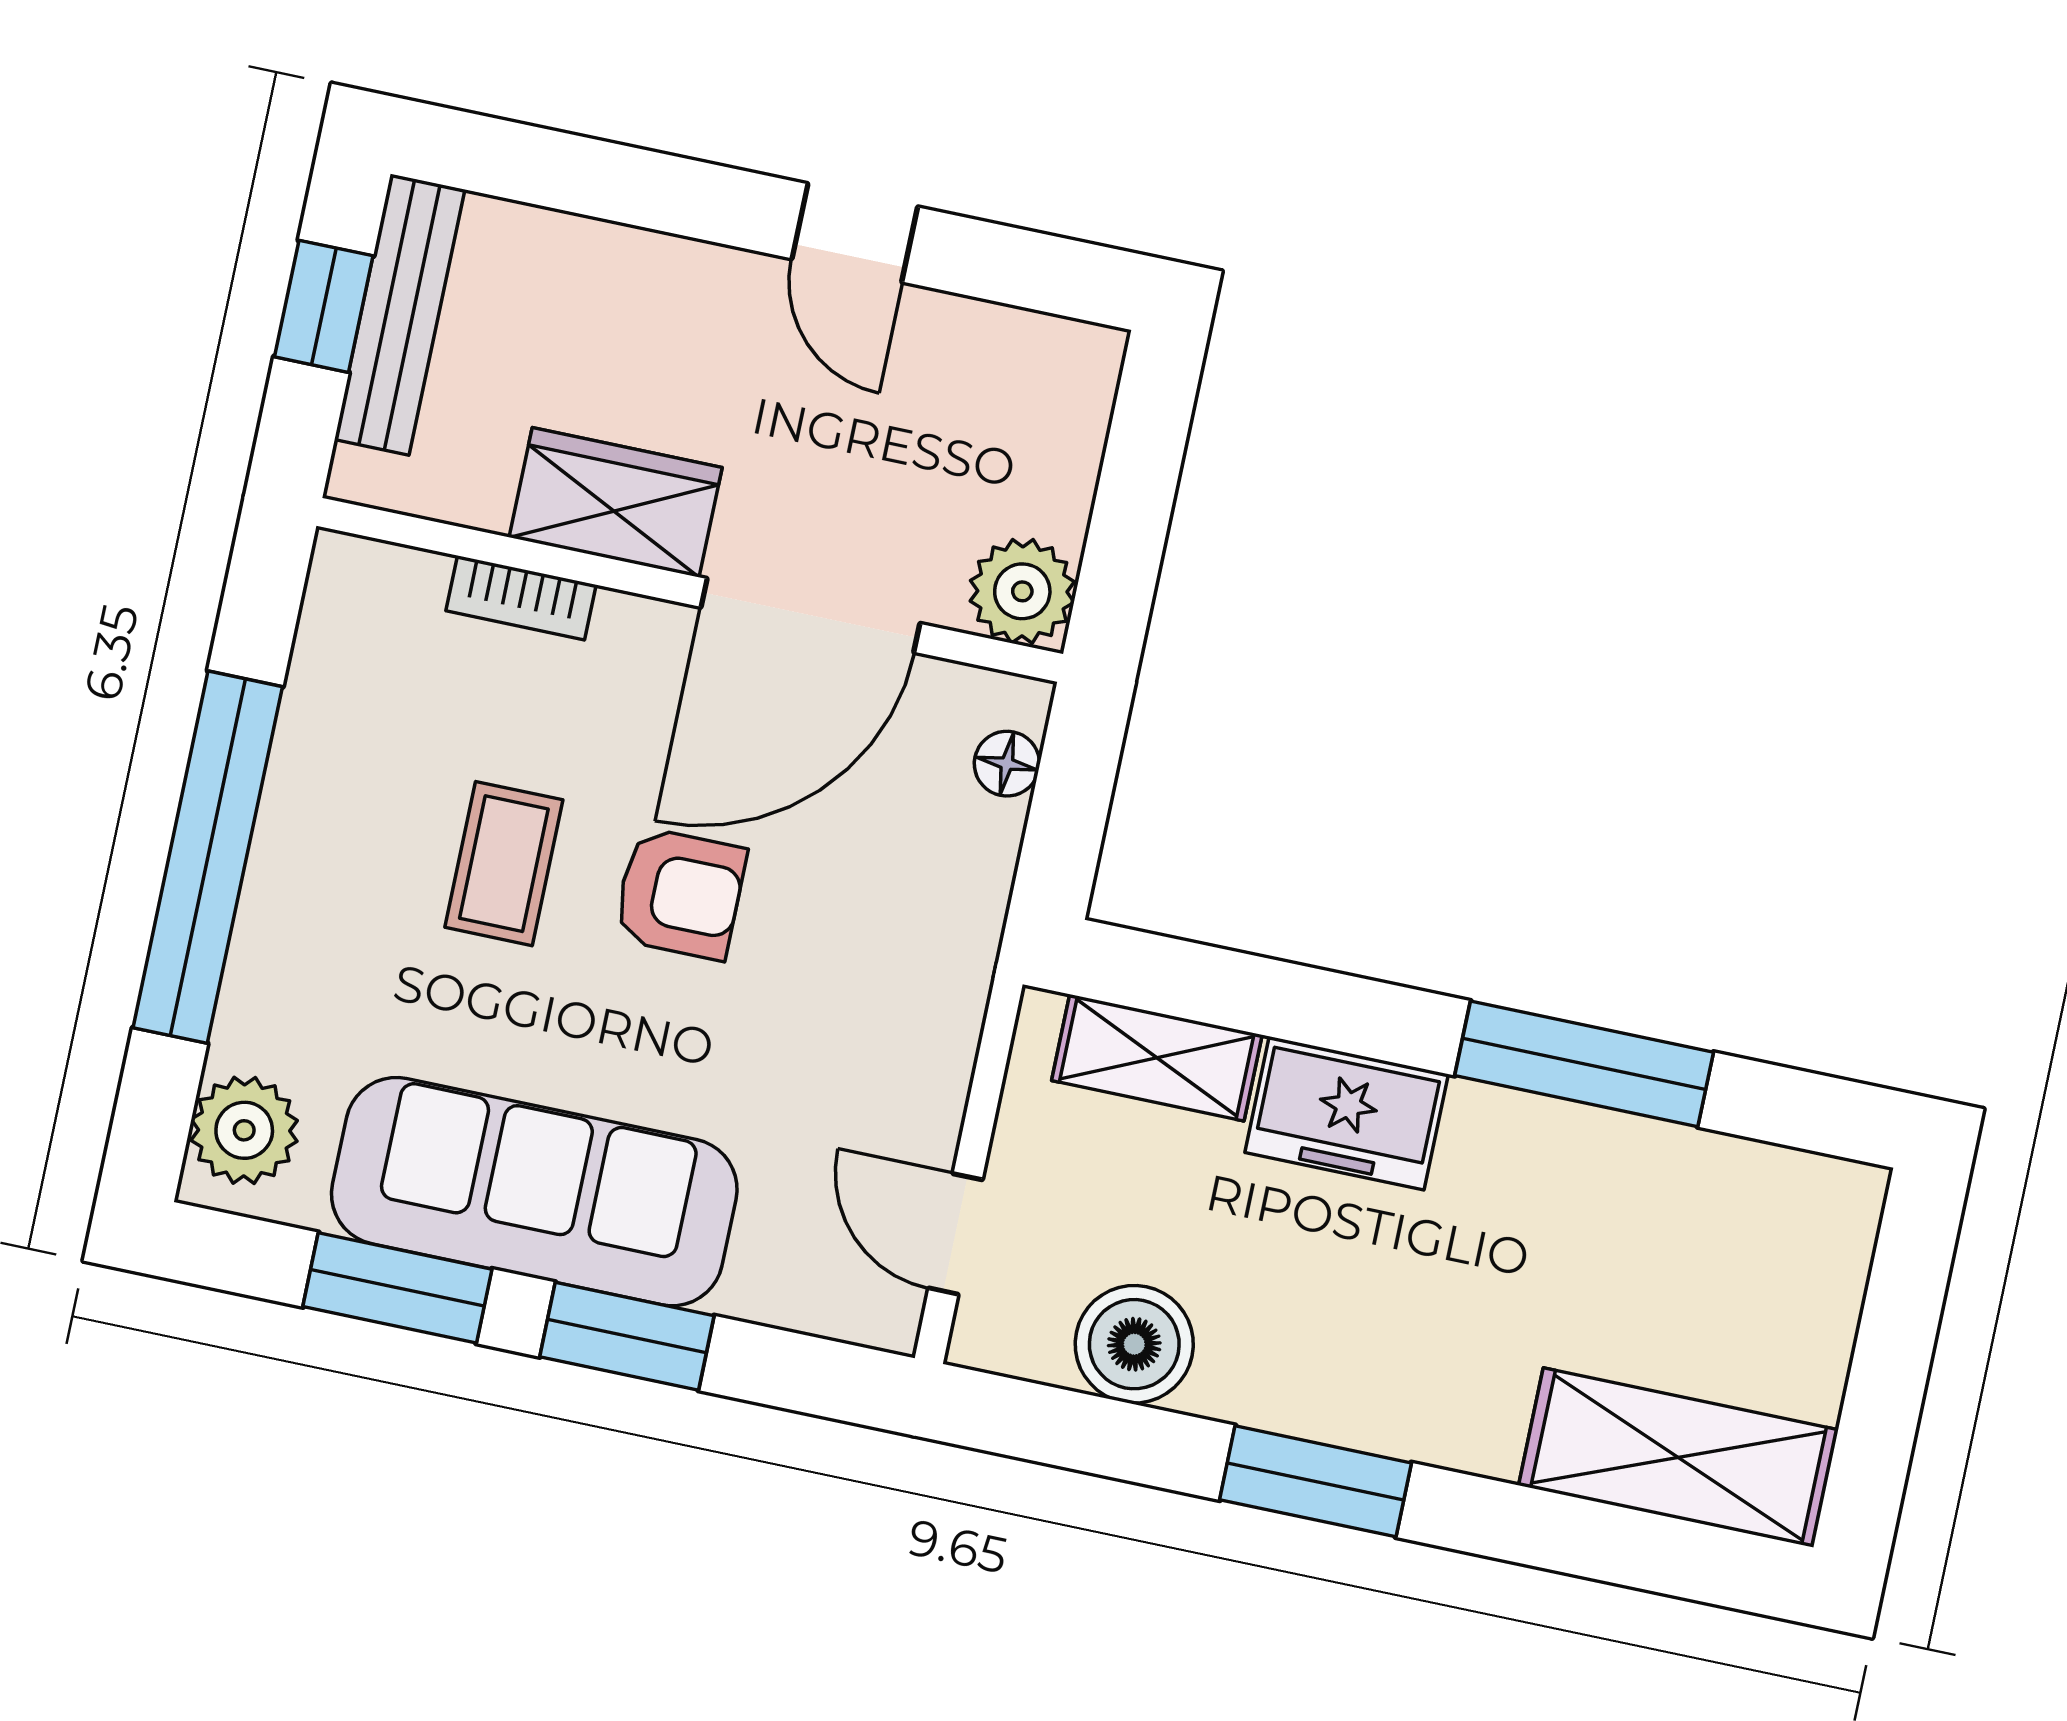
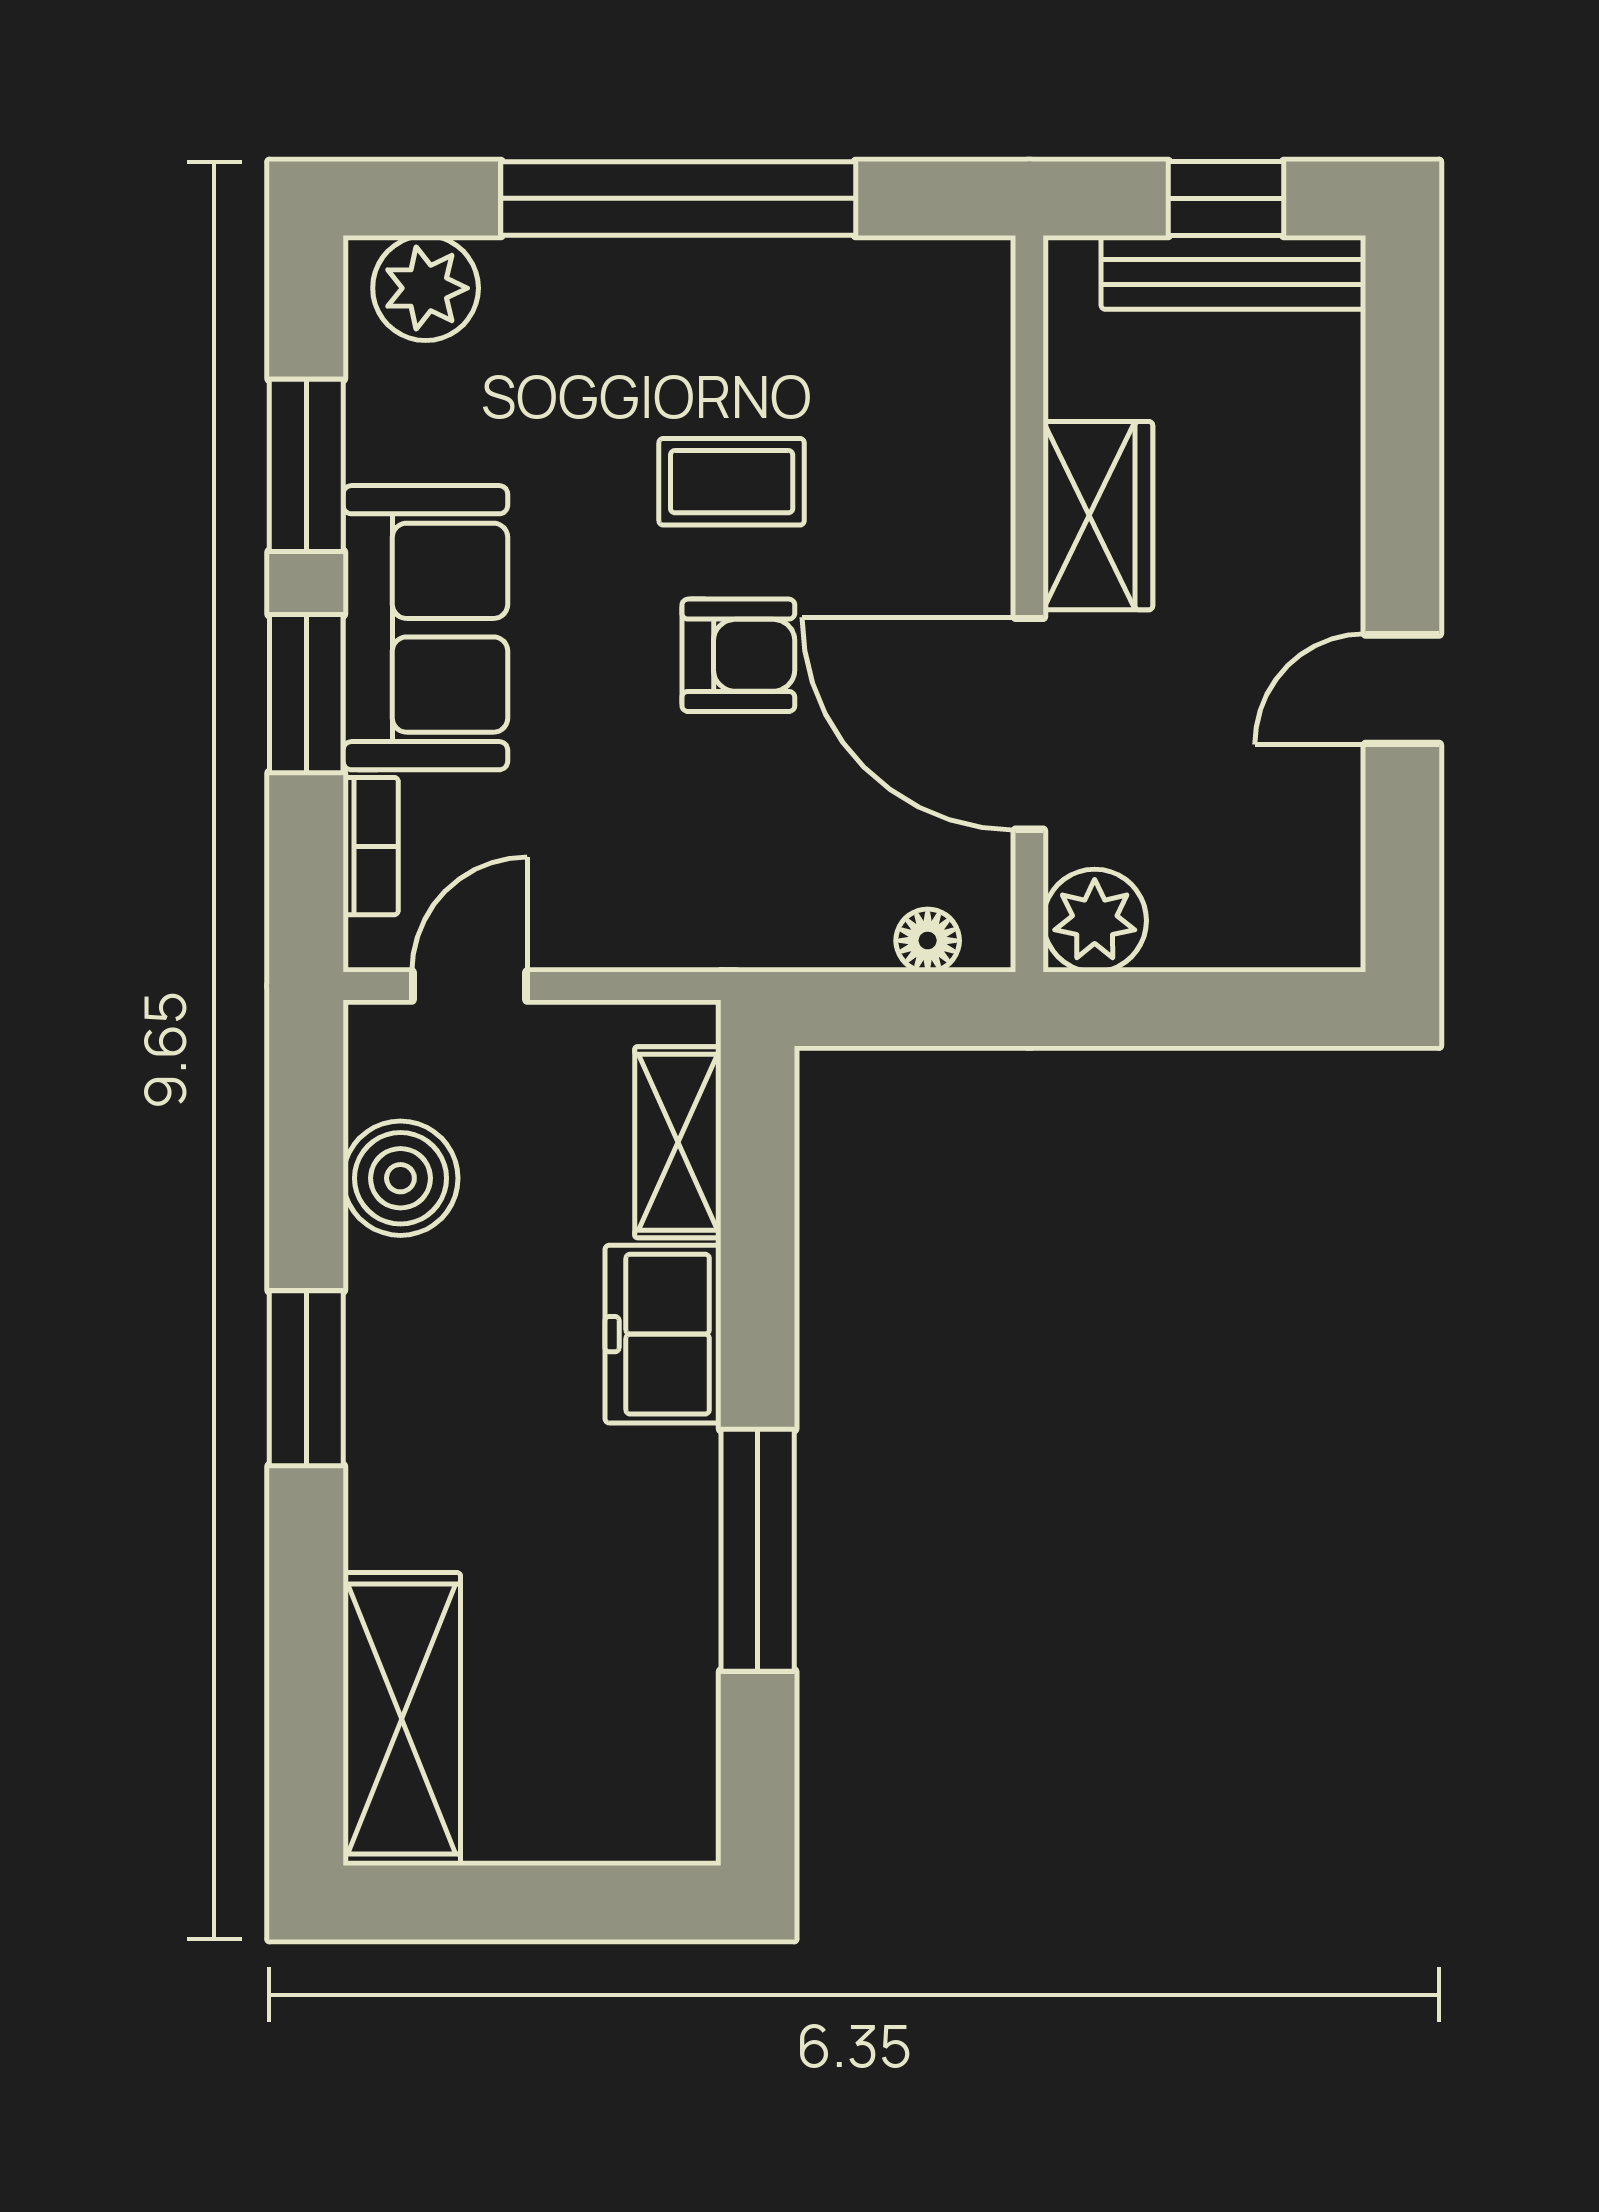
bookcase: (521, 598) -> (371, 846), moved, turned 180
armchair: (680, 894) -> (738, 655), turned -90
sofa: (534, 1192) -> (425, 628), width x0.73

